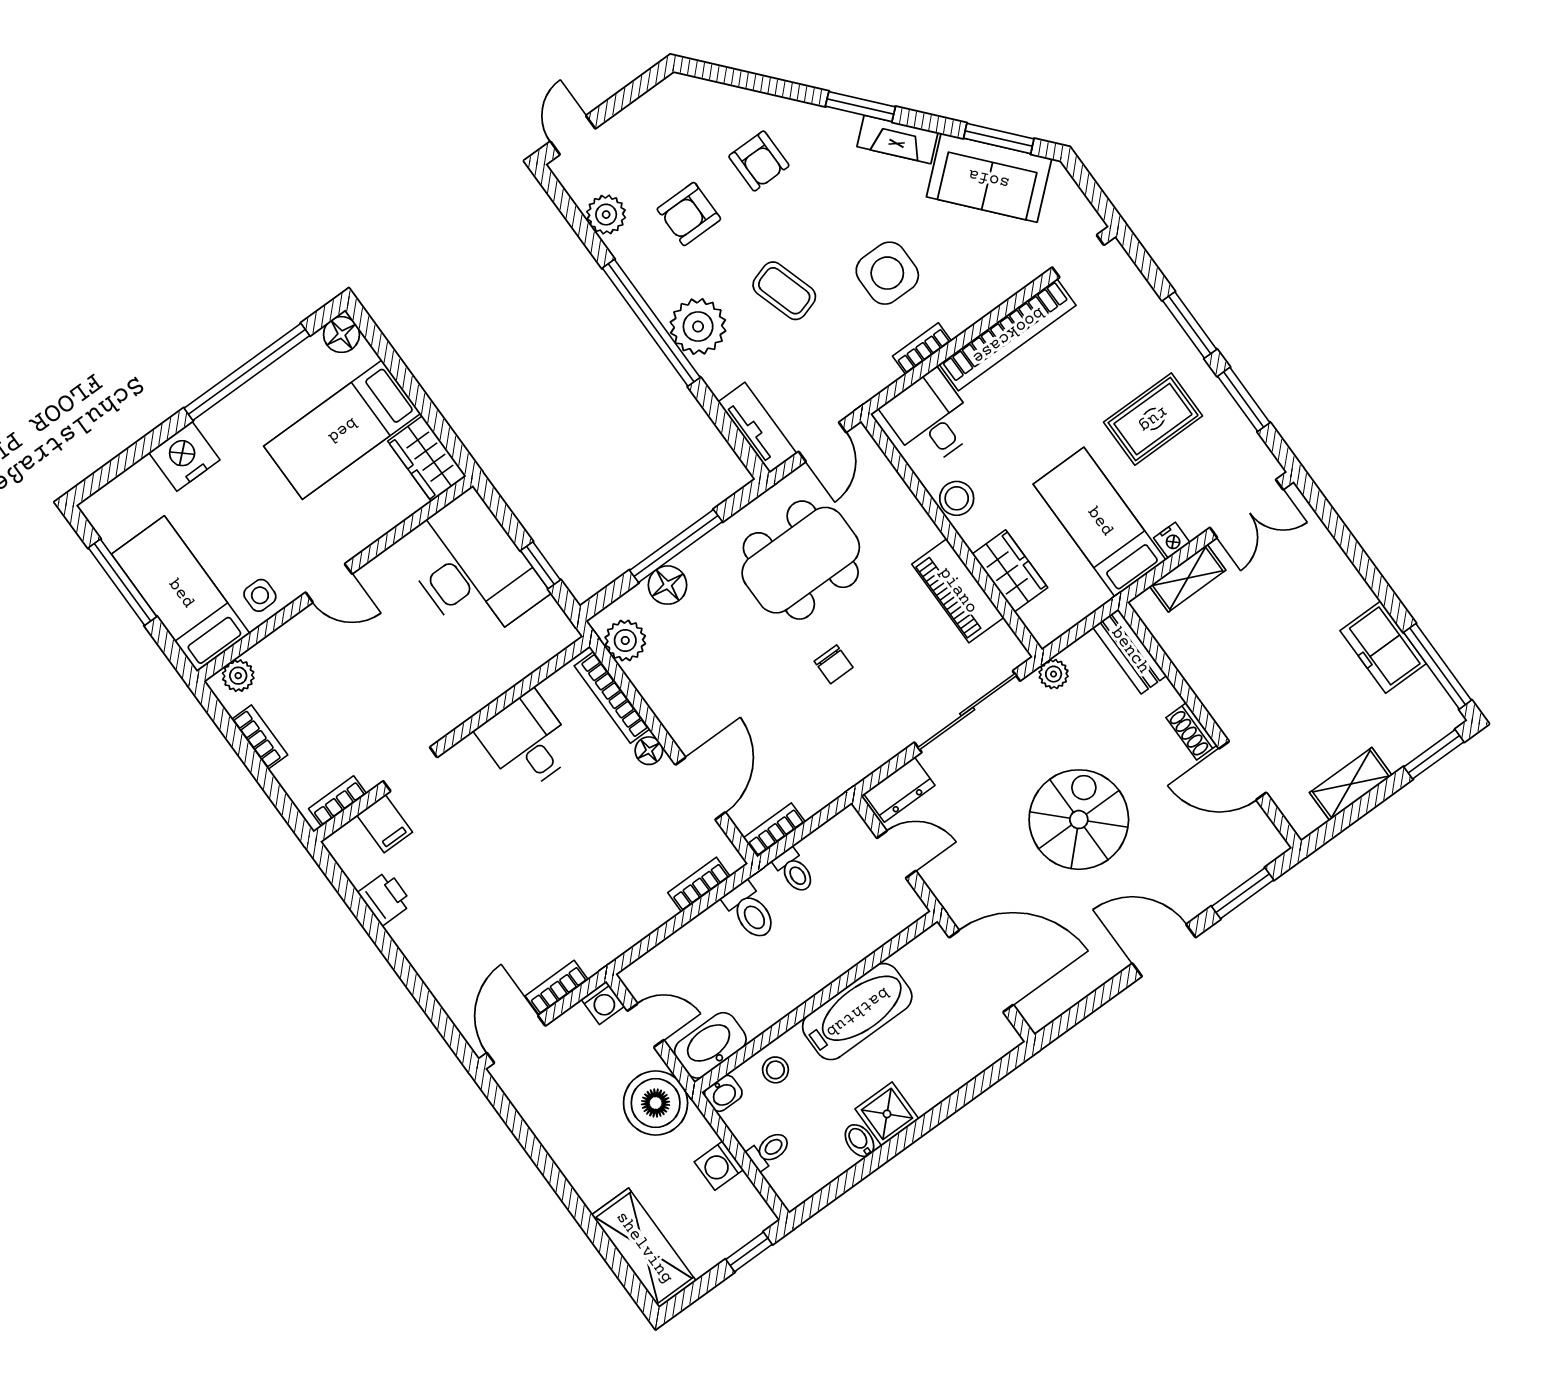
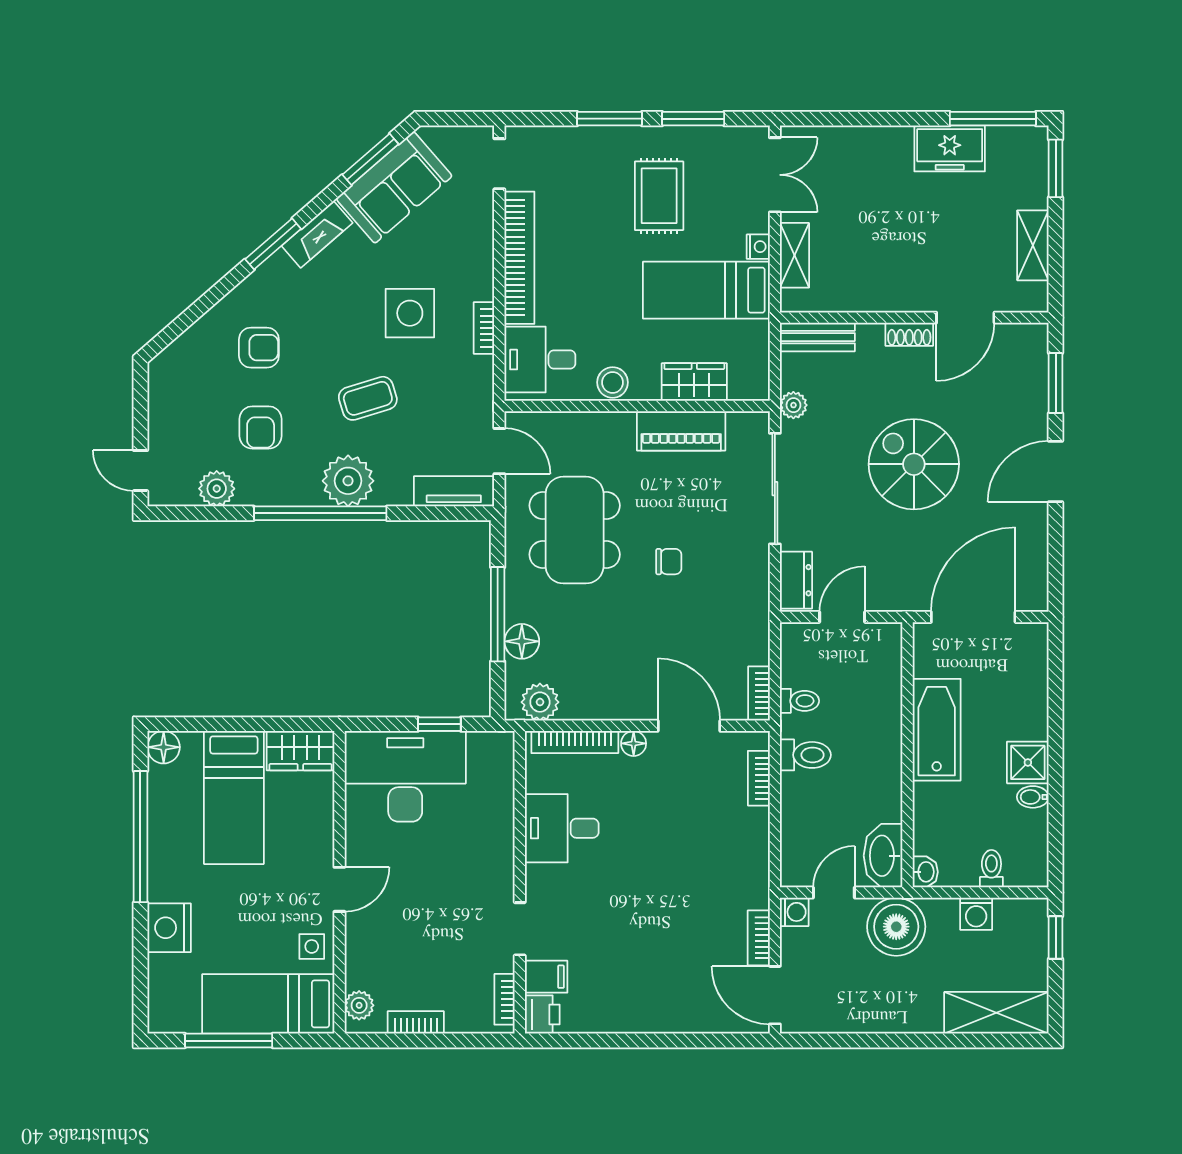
printer: (385, 898) -> (542, 1015), moved, turned 90
stool: (775, 1070) -> (936, 821), removed

